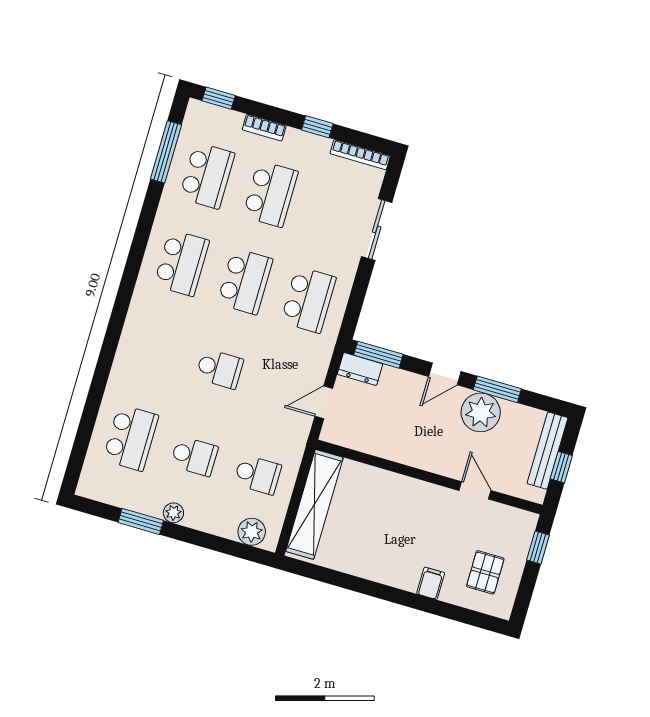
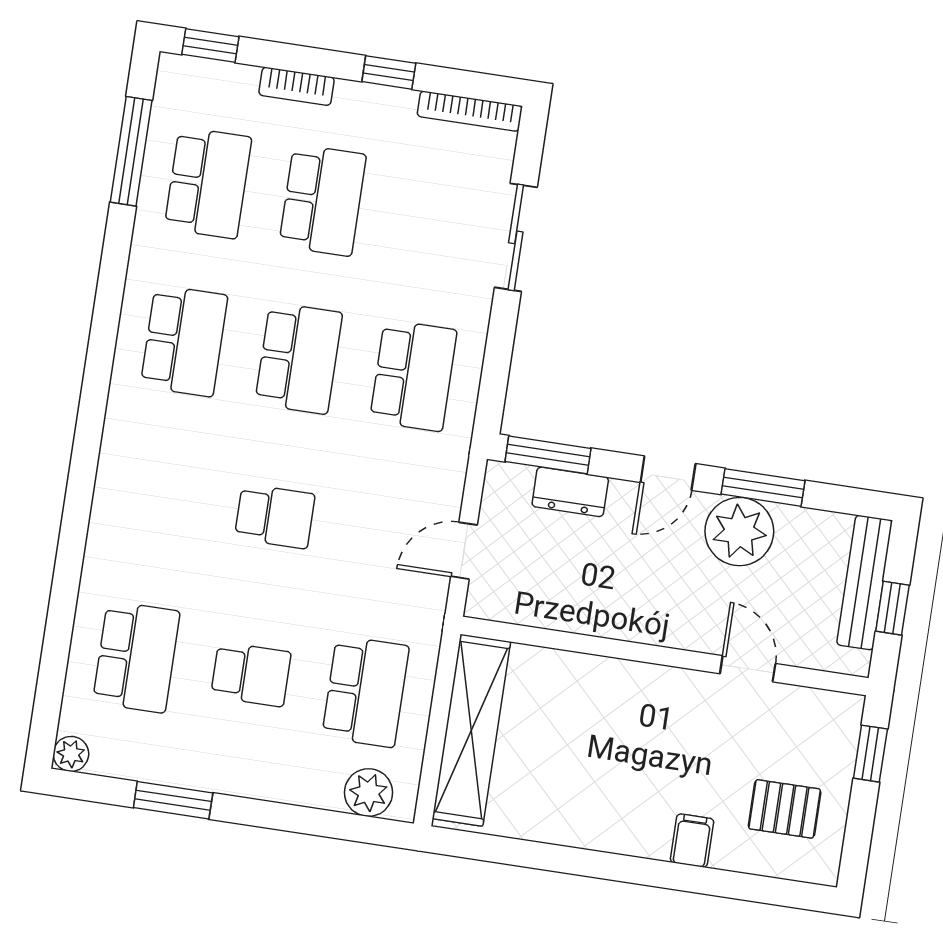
dresser: (360, 369) -> (570, 492), moved
school desk: (258, 475) -> (365, 692), width x1.85
plant: (173, 513) -> (71, 754), moved
pallet: (485, 572) -> (785, 809), turned 90

